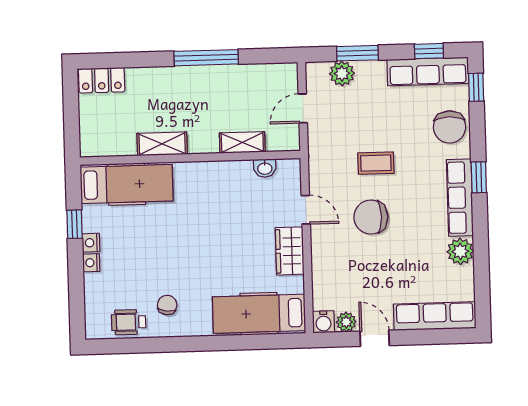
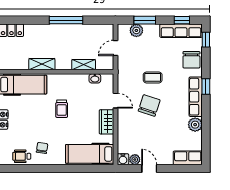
chair: (371, 217) -> (149, 105), turned 108
trolley: (203, 228) -> (62, 109), added
row of seats: (435, 316) -> (188, 158), width x0.68

